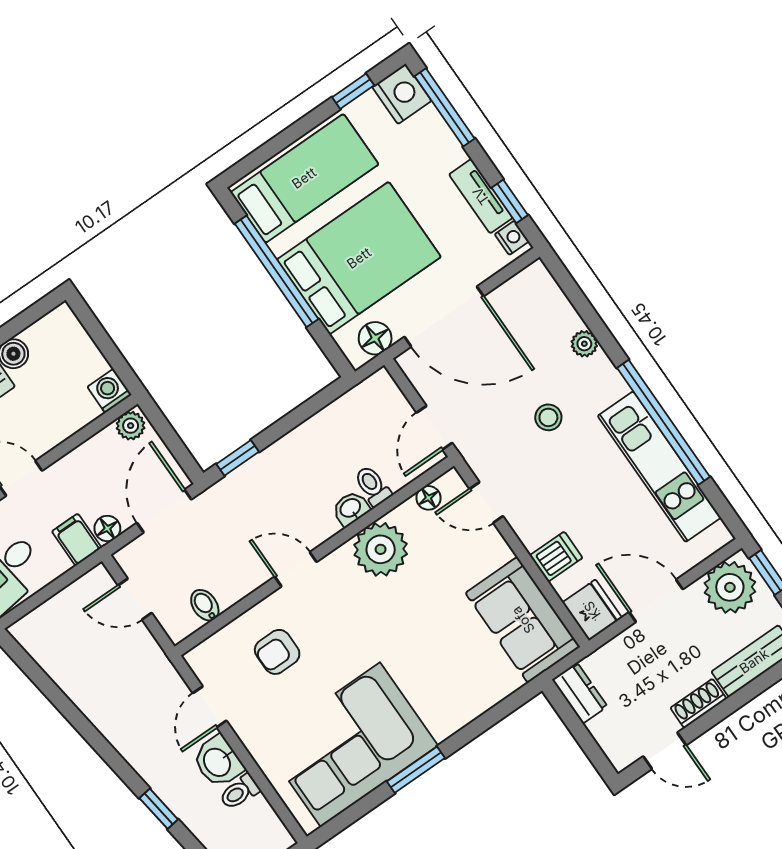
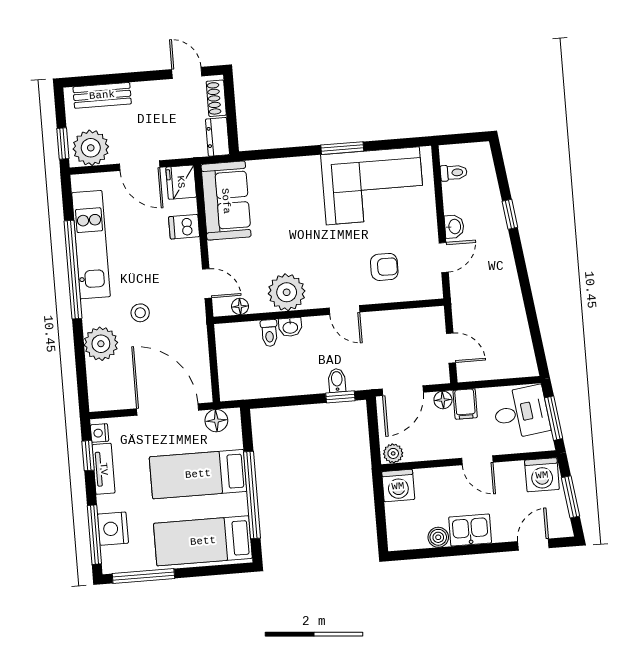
window: (353, 91) -> (143, 576), width x2.17
nightstand: (402, 94) -> (113, 529), moved
bed: (359, 258) -> (198, 474), width x0.67
plant: (584, 344) -> (101, 344), width x1.87, depth x1.87
washing machine: (109, 391) -> (398, 486), width x1.38, depth x1.38
door: (434, 428) -> (212, 346), removed
bidet: (205, 605) -> (337, 380), moved, turned 180
shoe rack: (698, 703) -> (216, 98), moved, turned 90
washbasin: (218, 762) -> (454, 227), width x0.72, depth x0.69
toilet: (240, 792) -> (454, 173), moved

